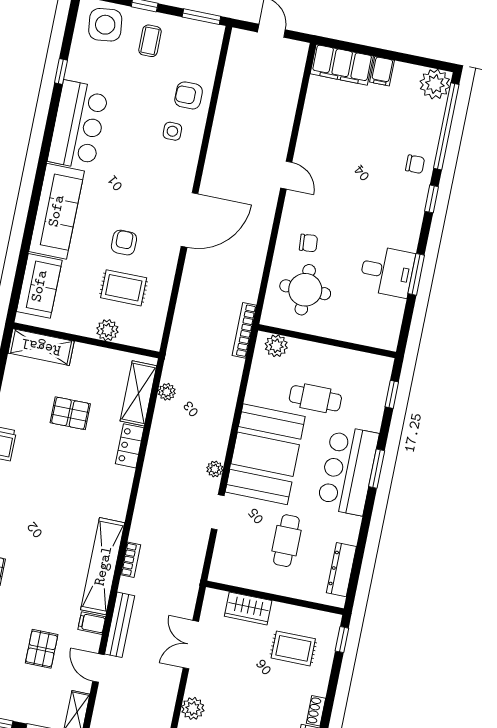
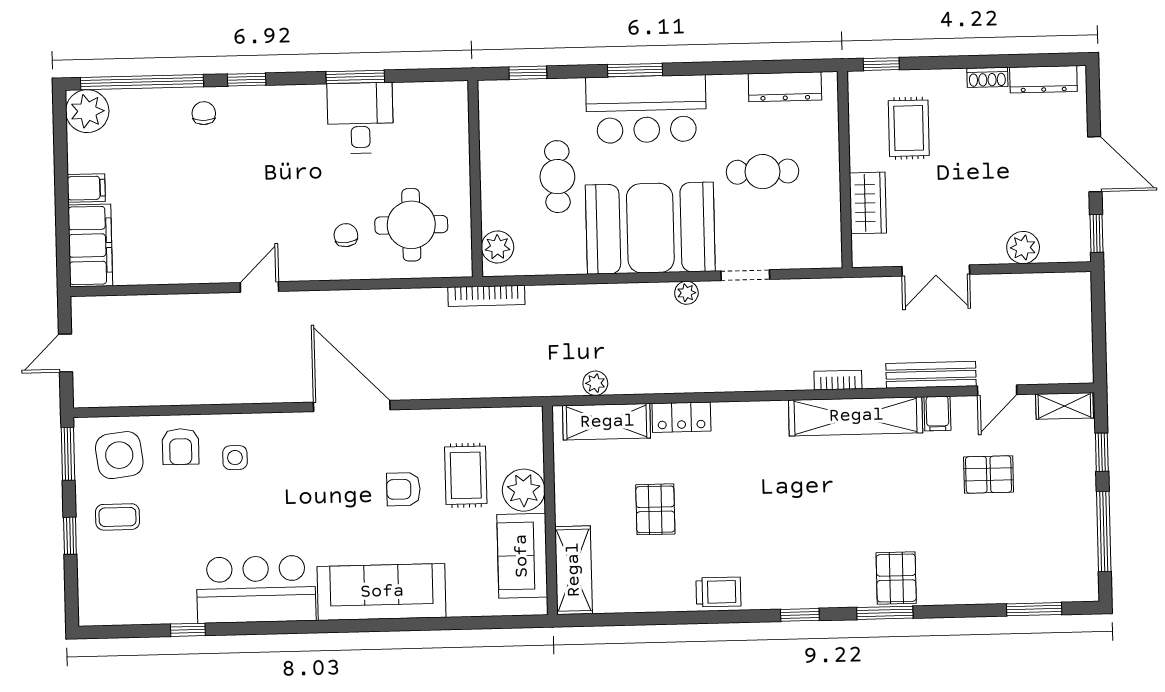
side table: (105, 25) -> (119, 455), moved
sofa: (39, 286) -> (522, 556), moved, turned -90
plant: (107, 330) -> (524, 490), width x1.36, depth x1.36

